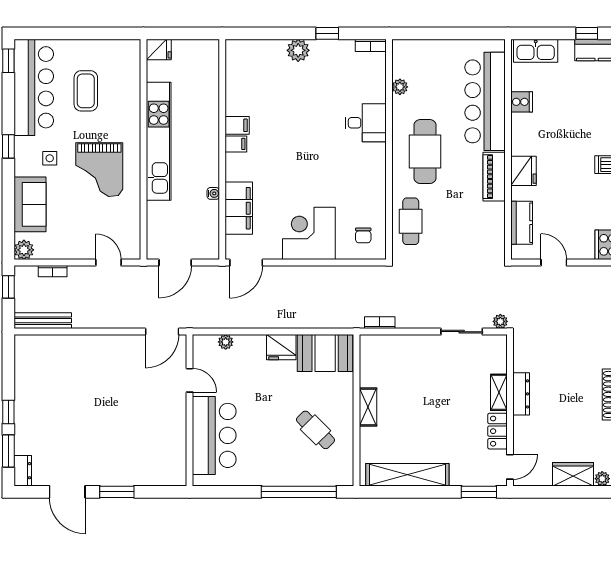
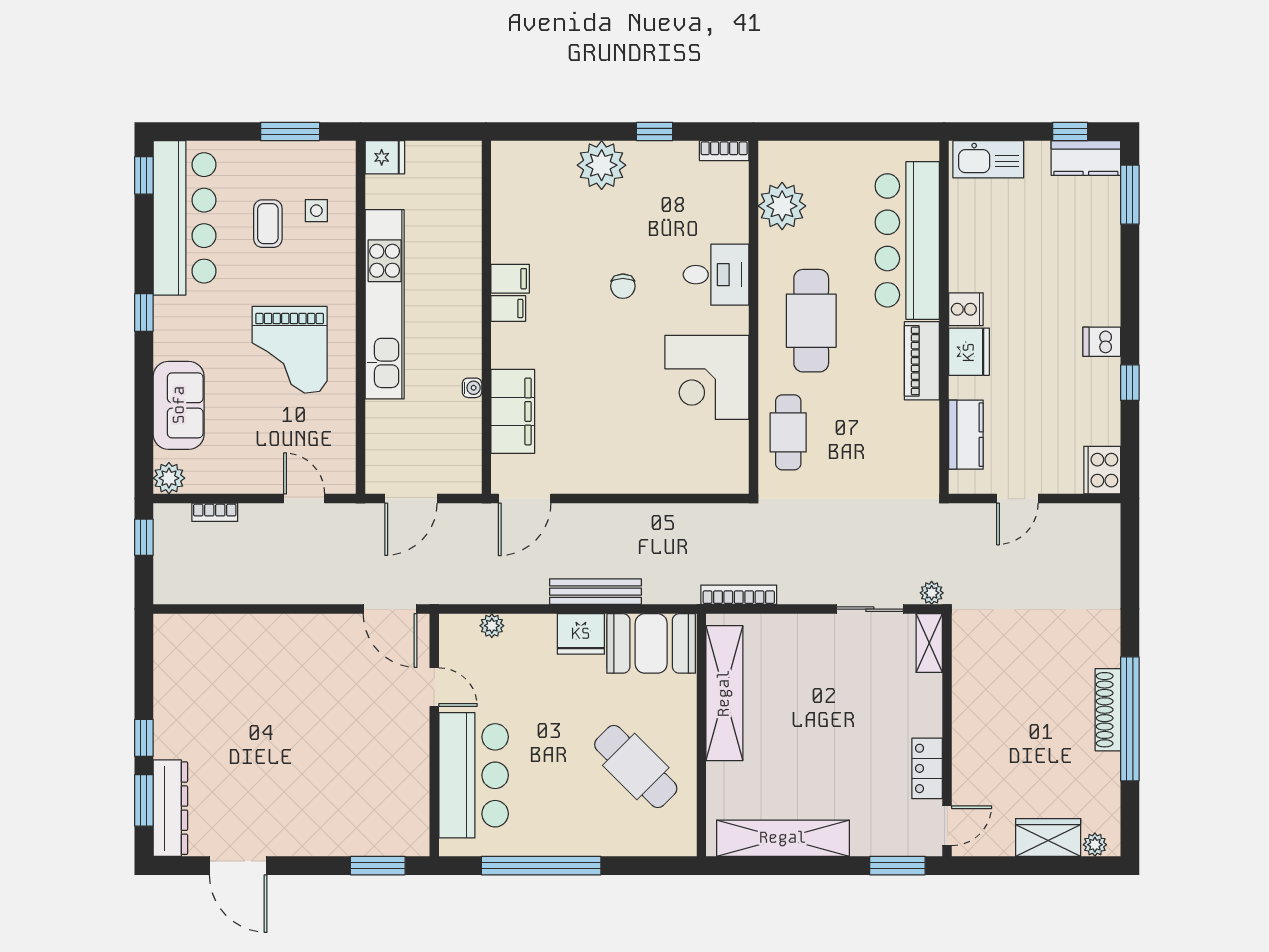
window: (100, 33) -> (290, 131), added
plant: (298, 50) -> (602, 165), width x1.36, depth x1.36
plant: (400, 87) -> (782, 206), width x1.87, depth x1.87
coffee table: (86, 91) -> (268, 224), width x0.73, depth x0.77
cooker: (522, 102) -> (966, 309), moved
side table: (50, 158) -> (316, 211), moved
corner desk: (309, 233) -> (707, 377), moved, turned -90
chair: (363, 235) -> (623, 286), moved
door: (554, 263) -> (1017, 499), swing flipped
bench: (43, 321) -> (595, 592), moved
bookcase: (380, 323) -> (739, 595), width x1.56
door: (162, 332) -> (390, 609), hinge flipped
shelving: (499, 392) -> (929, 643), moved
dresser: (521, 394) -> (965, 709), removed
shelving: (368, 407) -> (724, 693), width x2.20, depth x1.33
cafe table: (315, 430) -> (636, 766), width x1.37, depth x1.35
dresser: (23, 471) -> (170, 808), width x1.96, depth x1.24
window: (117, 492) -> (378, 866), moved
window: (299, 492) -> (541, 866), moved

